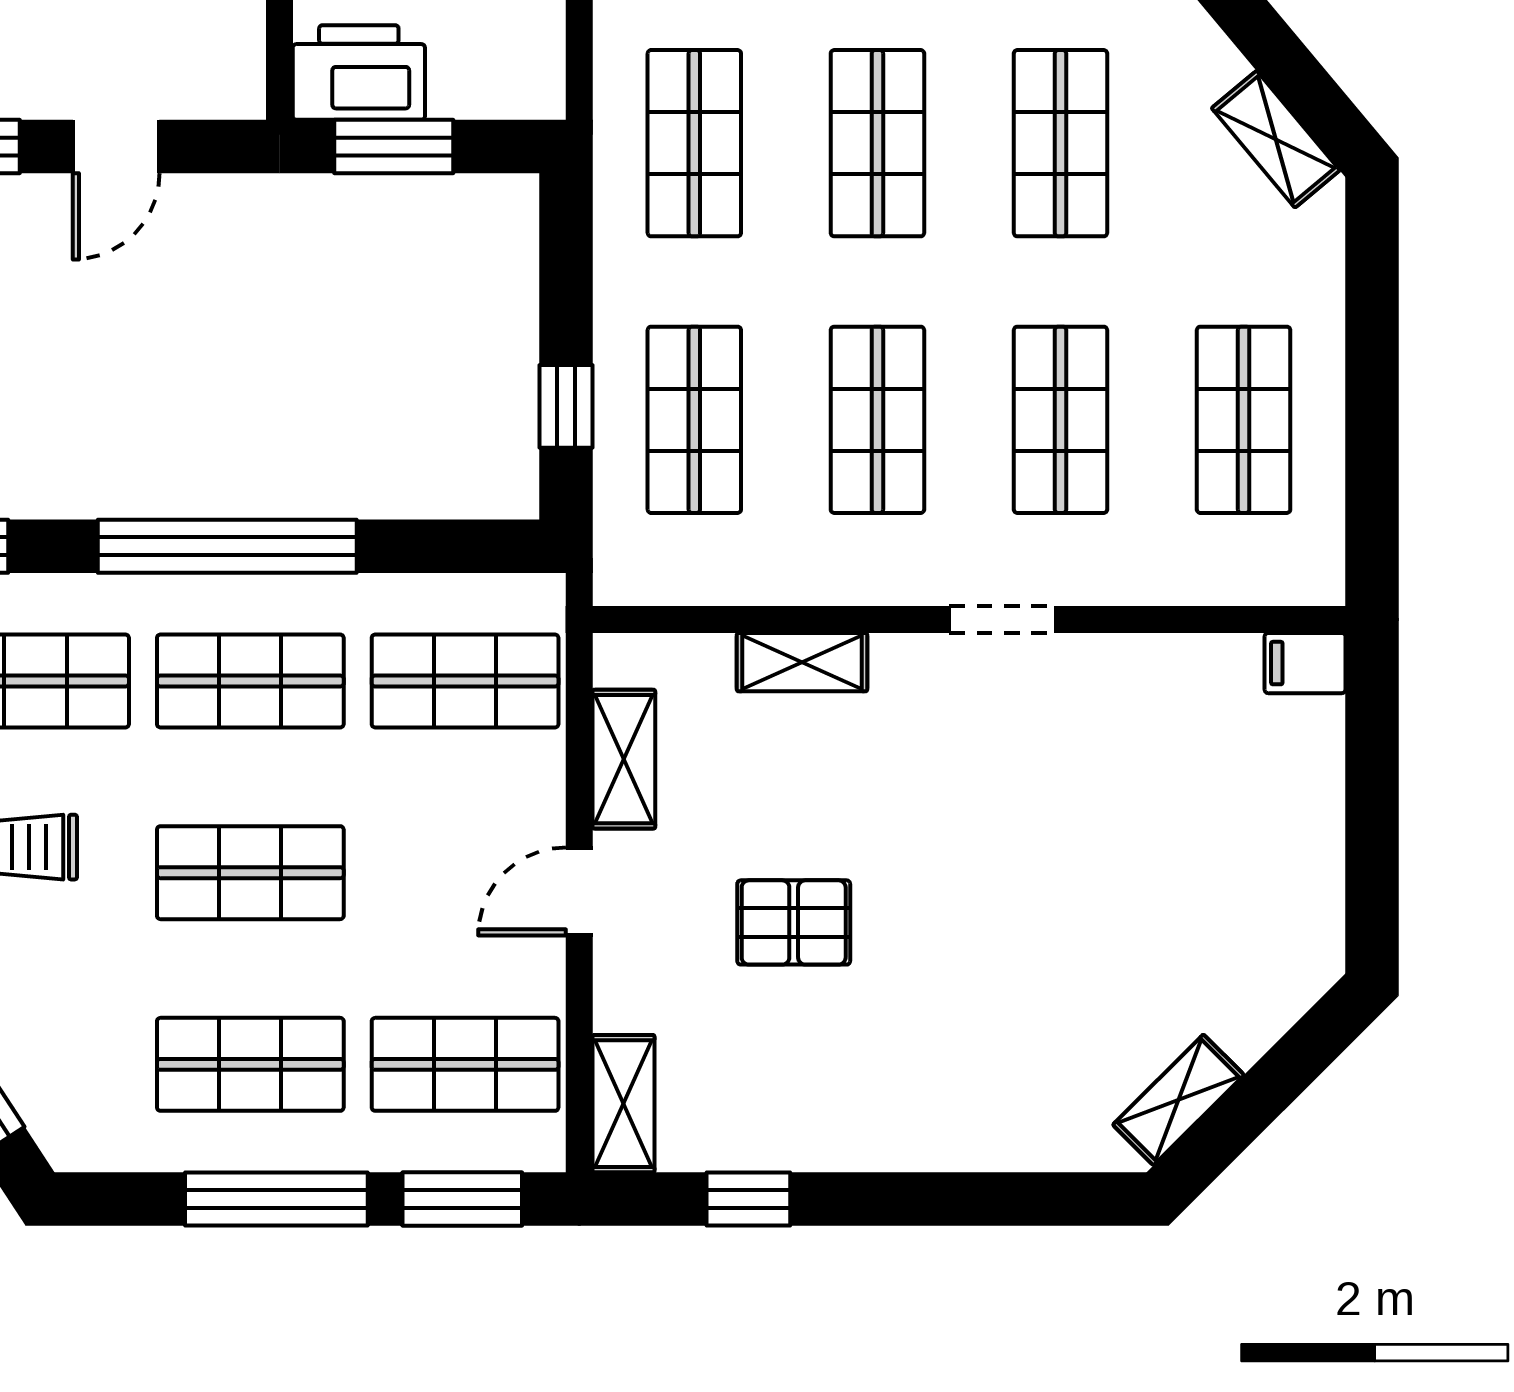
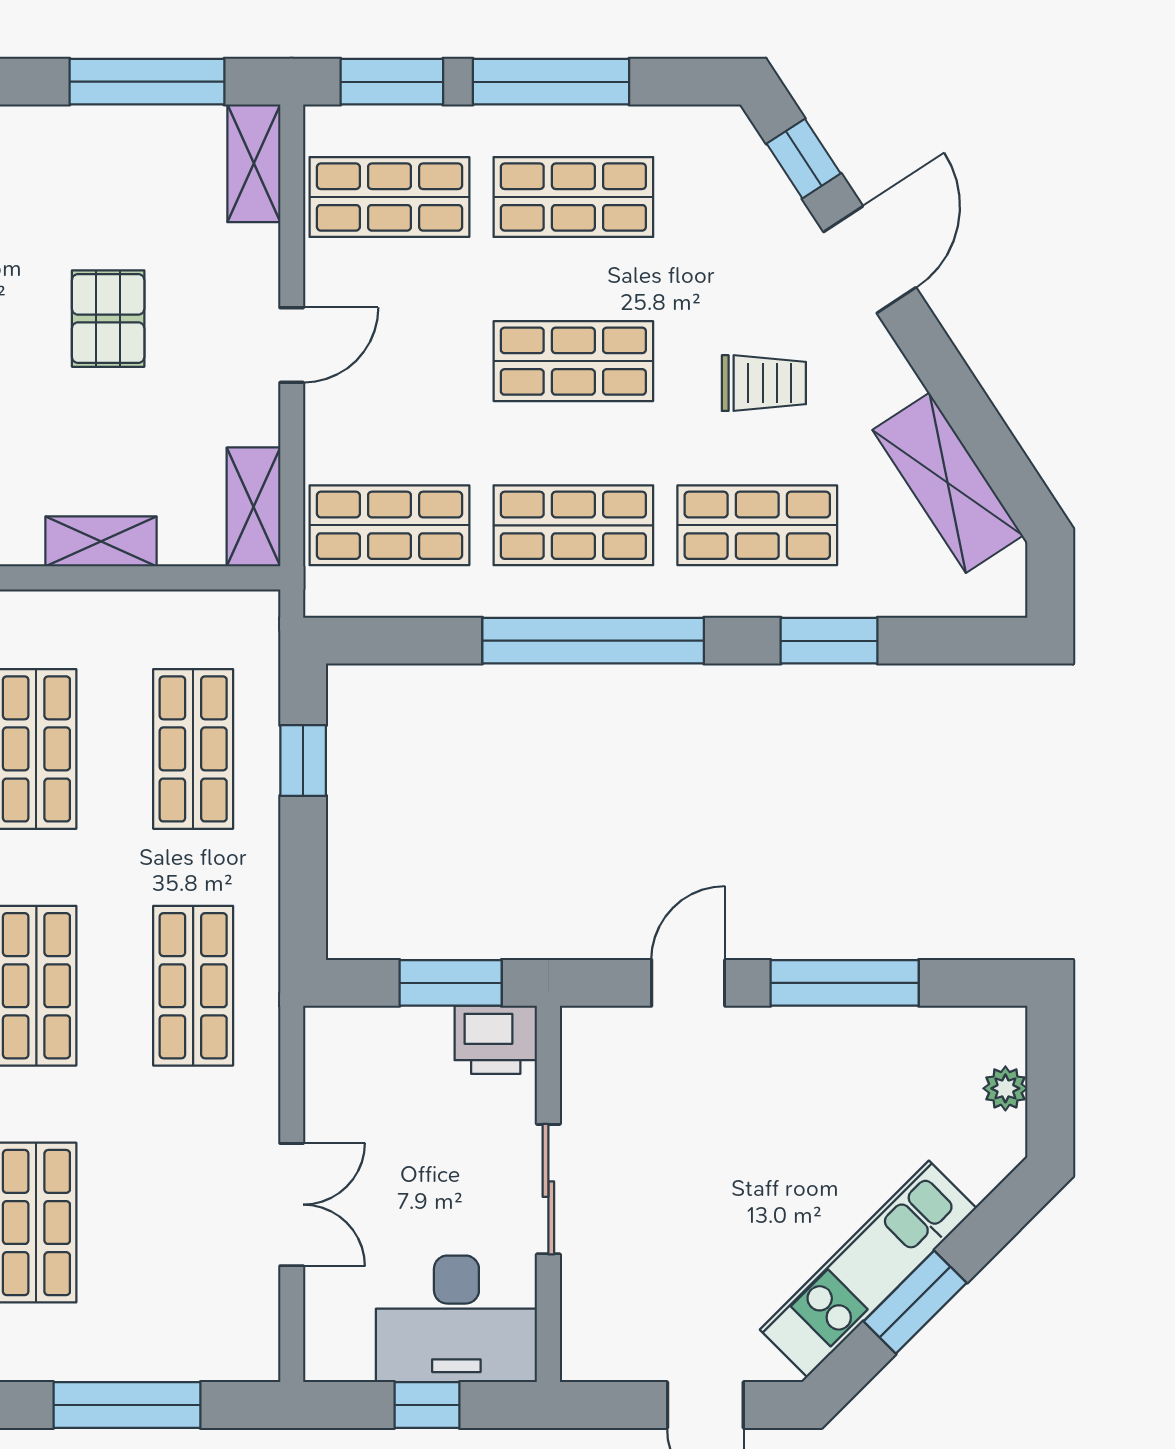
printer: (359, 72) -> (496, 1040), width x0.73, depth x0.84
shelving: (624, 759) -> (254, 507), moved
pallet: (794, 922) -> (108, 319), turned 90
window: (748, 1199) -> (147, 82), width x2.17

